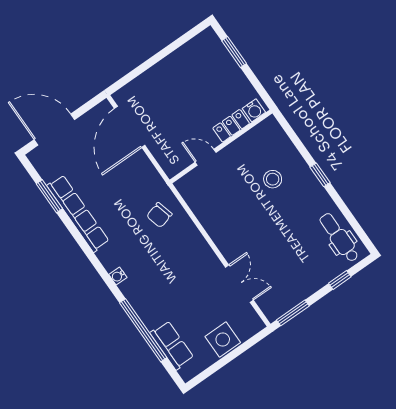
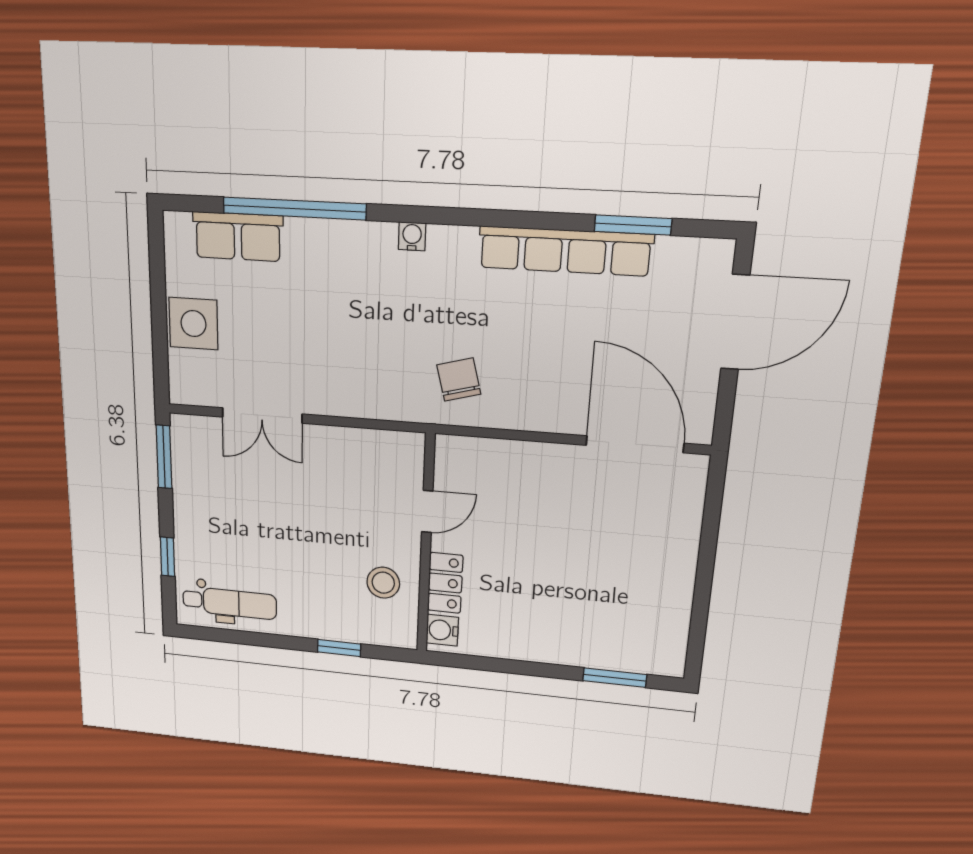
water cooler: (254, 110) -> (442, 630), moved
locker: (231, 126) -> (445, 583), moved
wall: (221, 147) -> (426, 545), moved
door: (206, 157) -> (427, 512), moved

